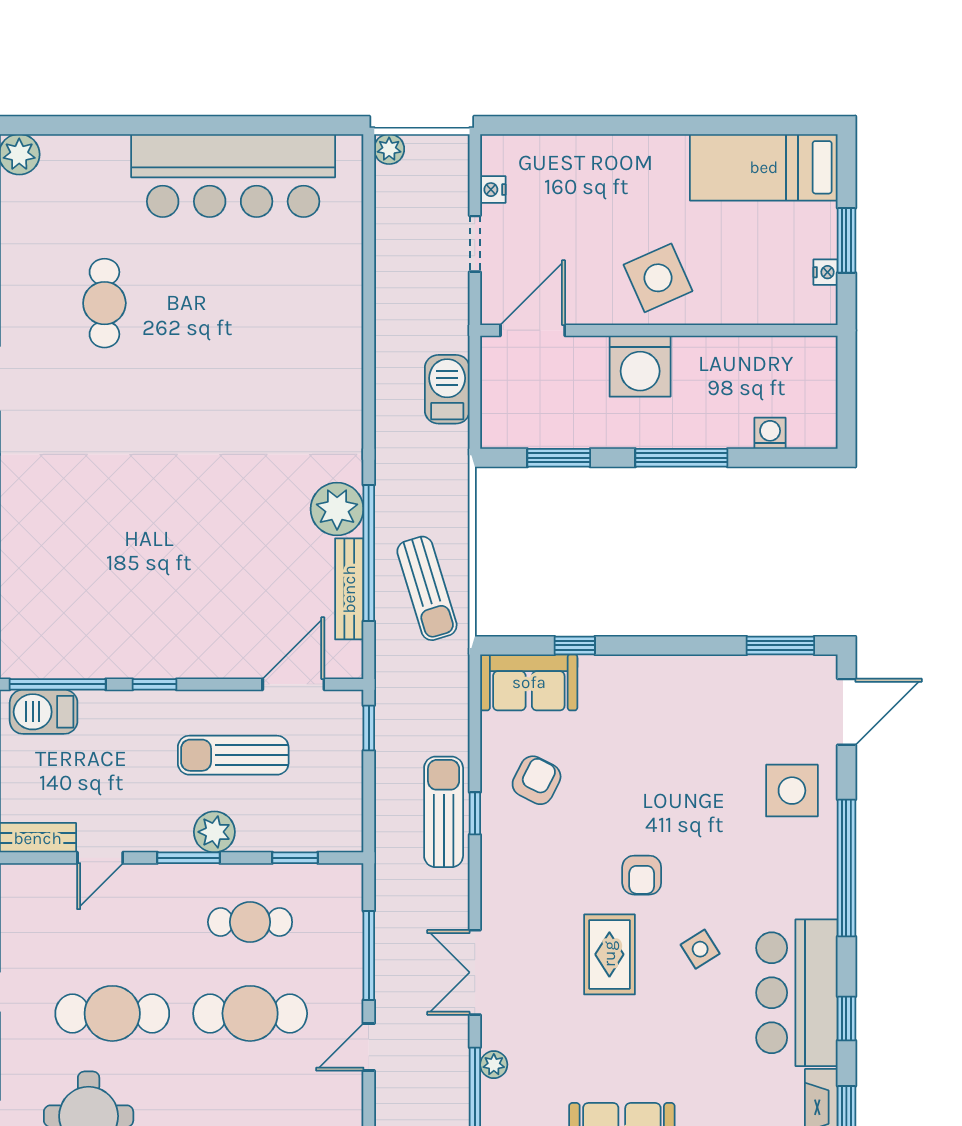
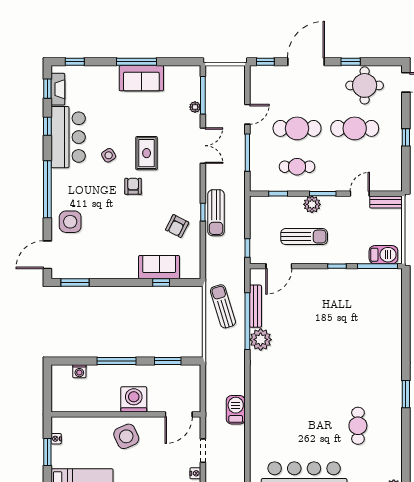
barbecue: (447, 389) -> (236, 410), moved, turned 180
sofa: (529, 682) -> (159, 267), moved

